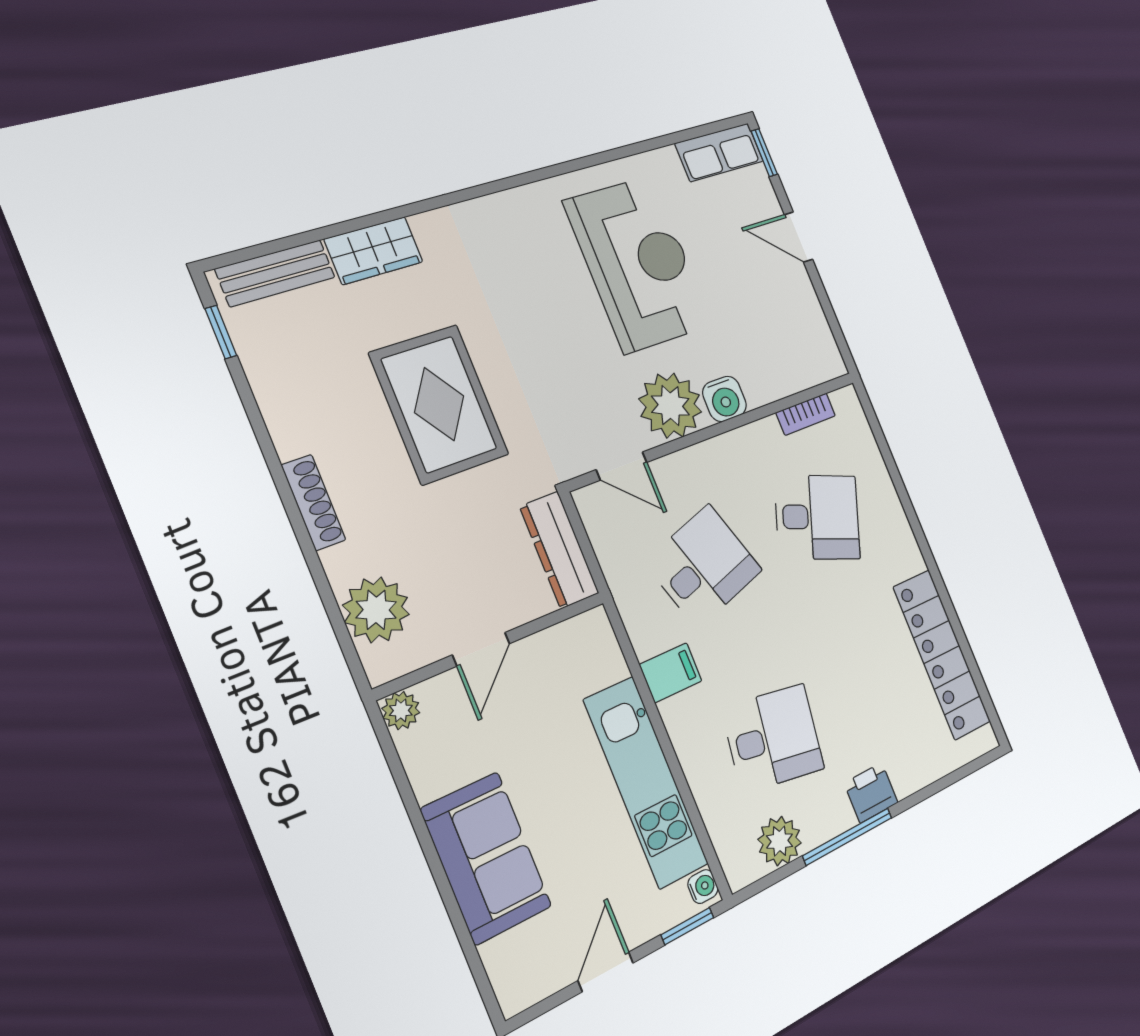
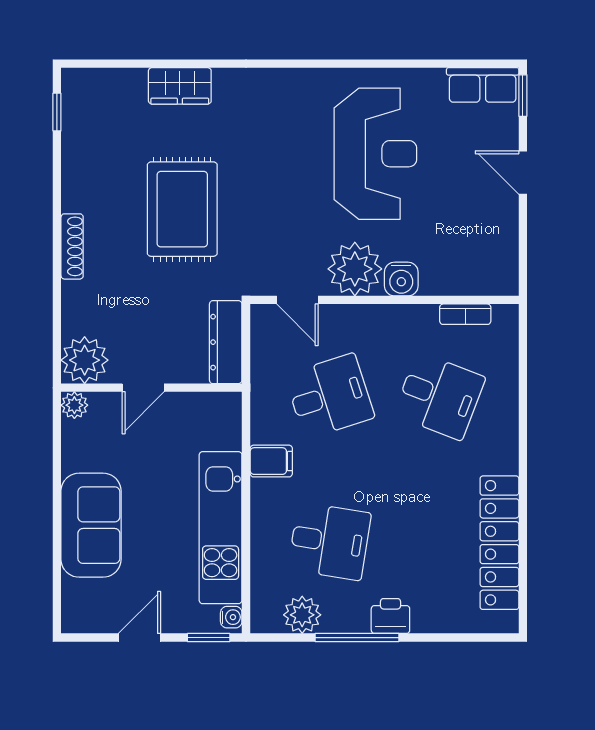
bench: (275, 273) -> (107, 82), removed
plant: (376, 610) -> (85, 360), moved

